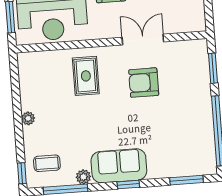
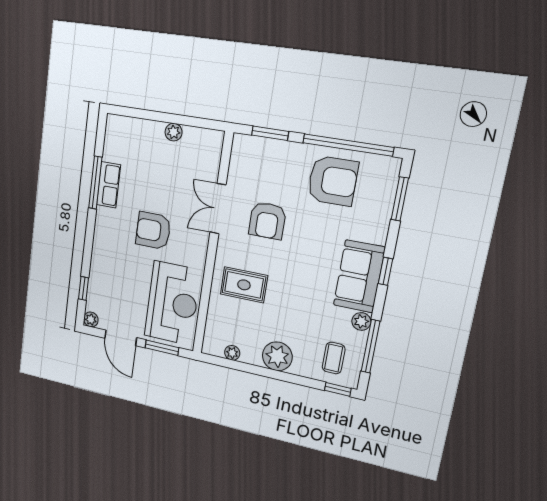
plant: (25, 80) -> (232, 353), added
plant: (28, 118) -> (277, 356), width x1.87, depth x1.87
armchair: (188, 126) -> (333, 181), added

